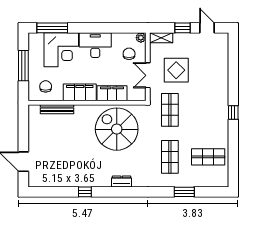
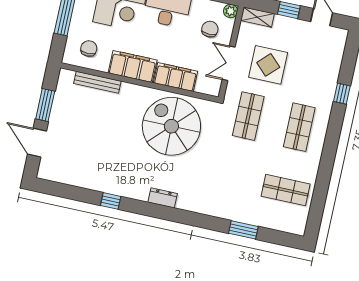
window: (233, 112) -> (342, 94), moved
window: (23, 134) -> (45, 105), added
shop shelf: (170, 157) -> (299, 127), moved

